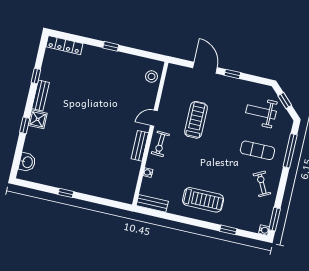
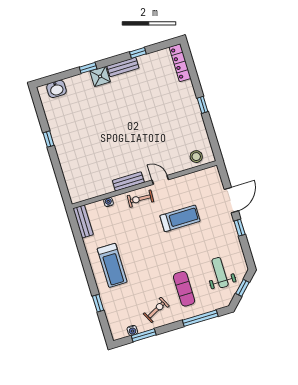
window: (275, 219) -> (144, 335), moved
water cooler: (264, 230) -> (132, 330), moved

